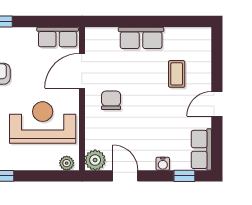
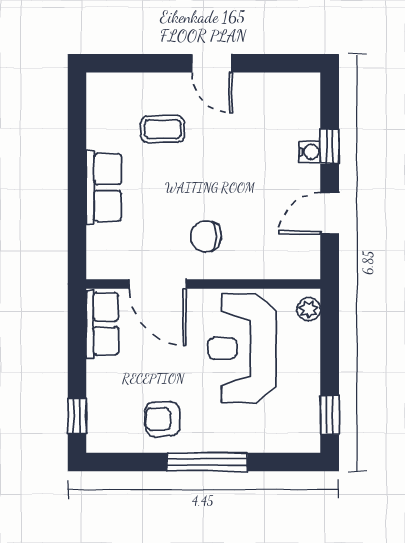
row of seats: (201, 149) -> (286, 89), removed
plant: (95, 160) -> (304, 263), removed
window: (184, 176) -> (330, 146), moved

